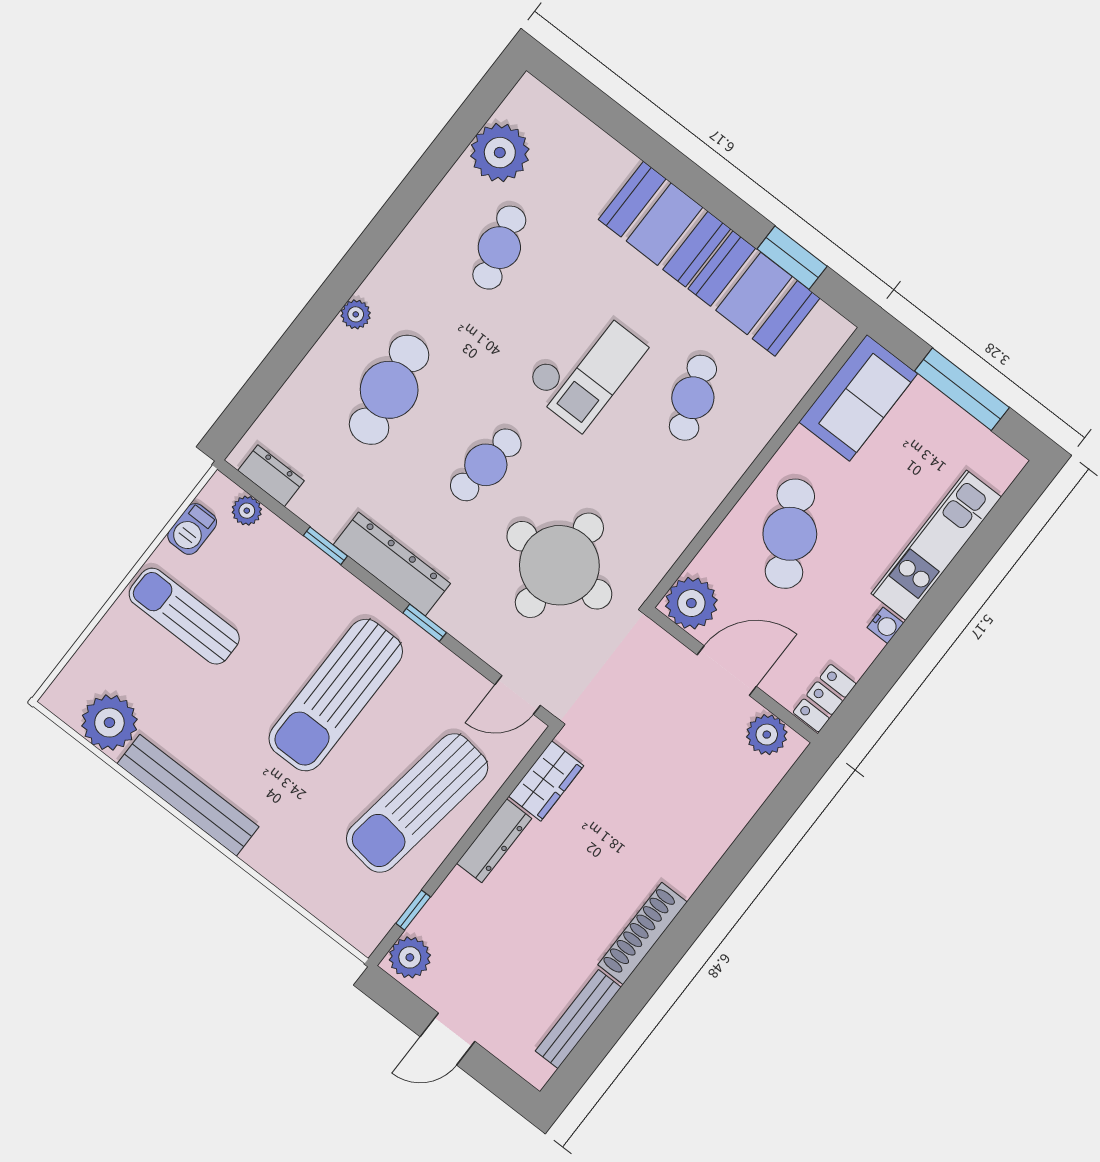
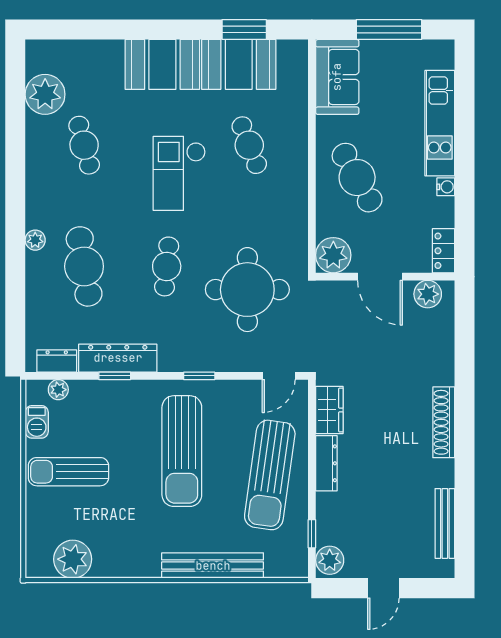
checkout: (585, 367) -> (179, 173), turned 180
dresser: (392, 564) -> (118, 358), moved
door: (727, 671) -> (380, 277), swing flipped
bench: (188, 795) -> (213, 566), moved
shoe rack: (643, 933) -> (444, 422), moved

